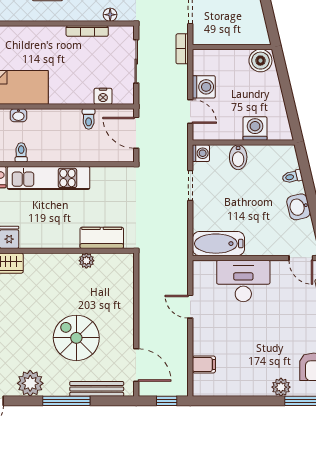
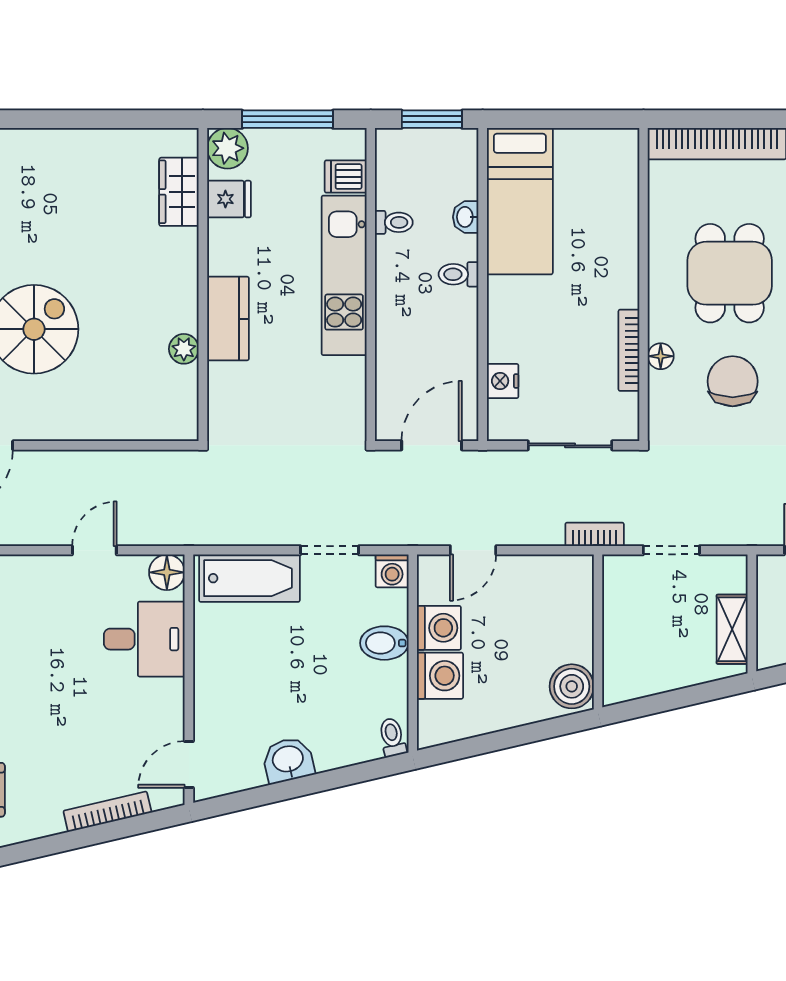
floor lamp: (110, 15) -> (661, 356), moved
washing machine: (204, 87) -> (439, 628), moved, turned -90
toilet: (89, 119) -> (458, 274), moved
toilet: (292, 177) -> (392, 737), moved
kitchen counter: (102, 238) -> (228, 319), moved
bathtub: (218, 244) -> (249, 578), moved, turned 90
floor lamp: (202, 269) -> (167, 572), added
desk: (243, 281) -> (144, 639), width x0.73

